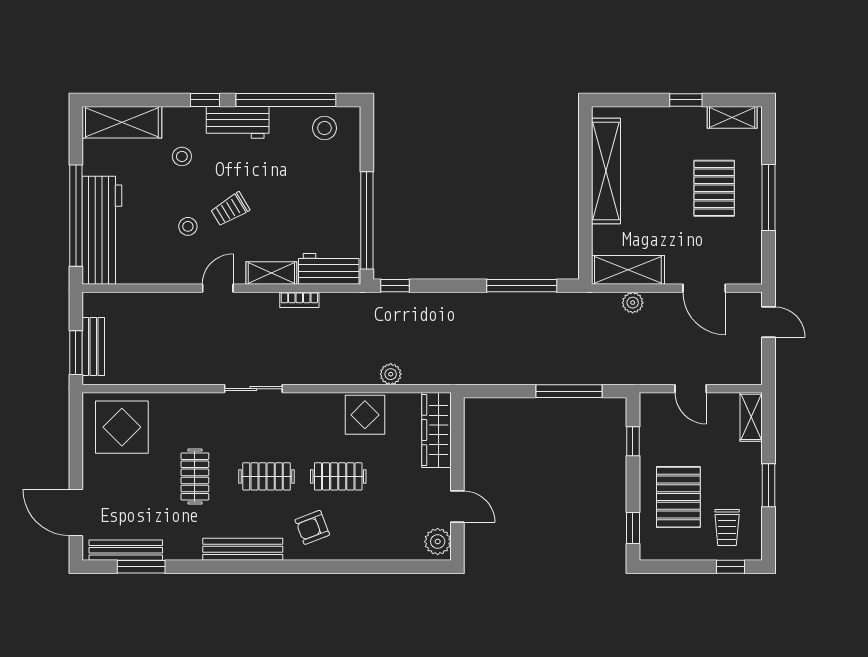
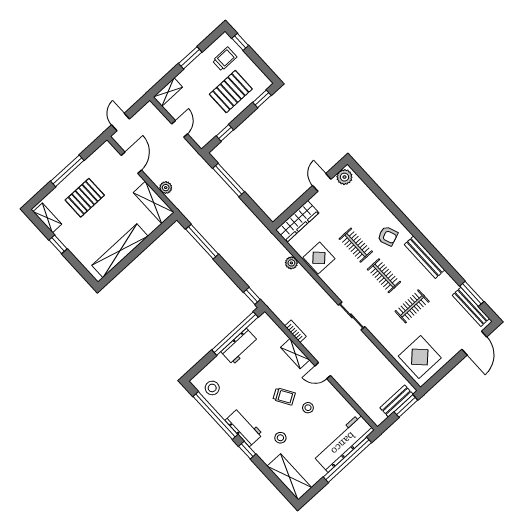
workbench: (329, 269) -> (240, 347), moved, turned -90

